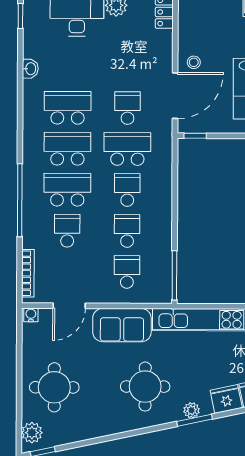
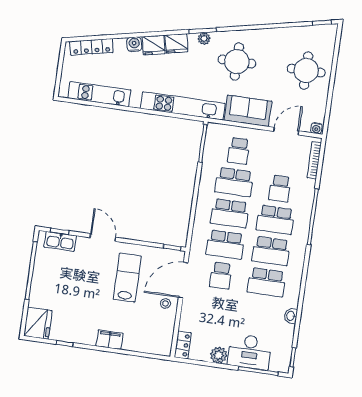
school desk: (127, 190) -> (230, 213), width x1.85
school desk: (127, 231) -> (234, 182), width x1.85
plant: (32, 433) -> (328, 38), removed

